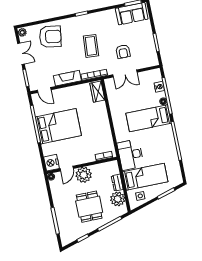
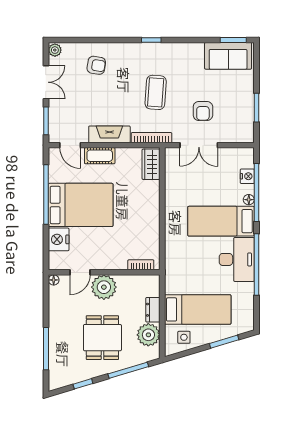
armchair: (50, 37) -> (96, 65), width x0.53, depth x0.53
cot: (64, 93) -> (100, 156), added
desk: (131, 155) -> (237, 259), moved, turned 180
nightstand: (52, 163) -> (59, 239), moved

